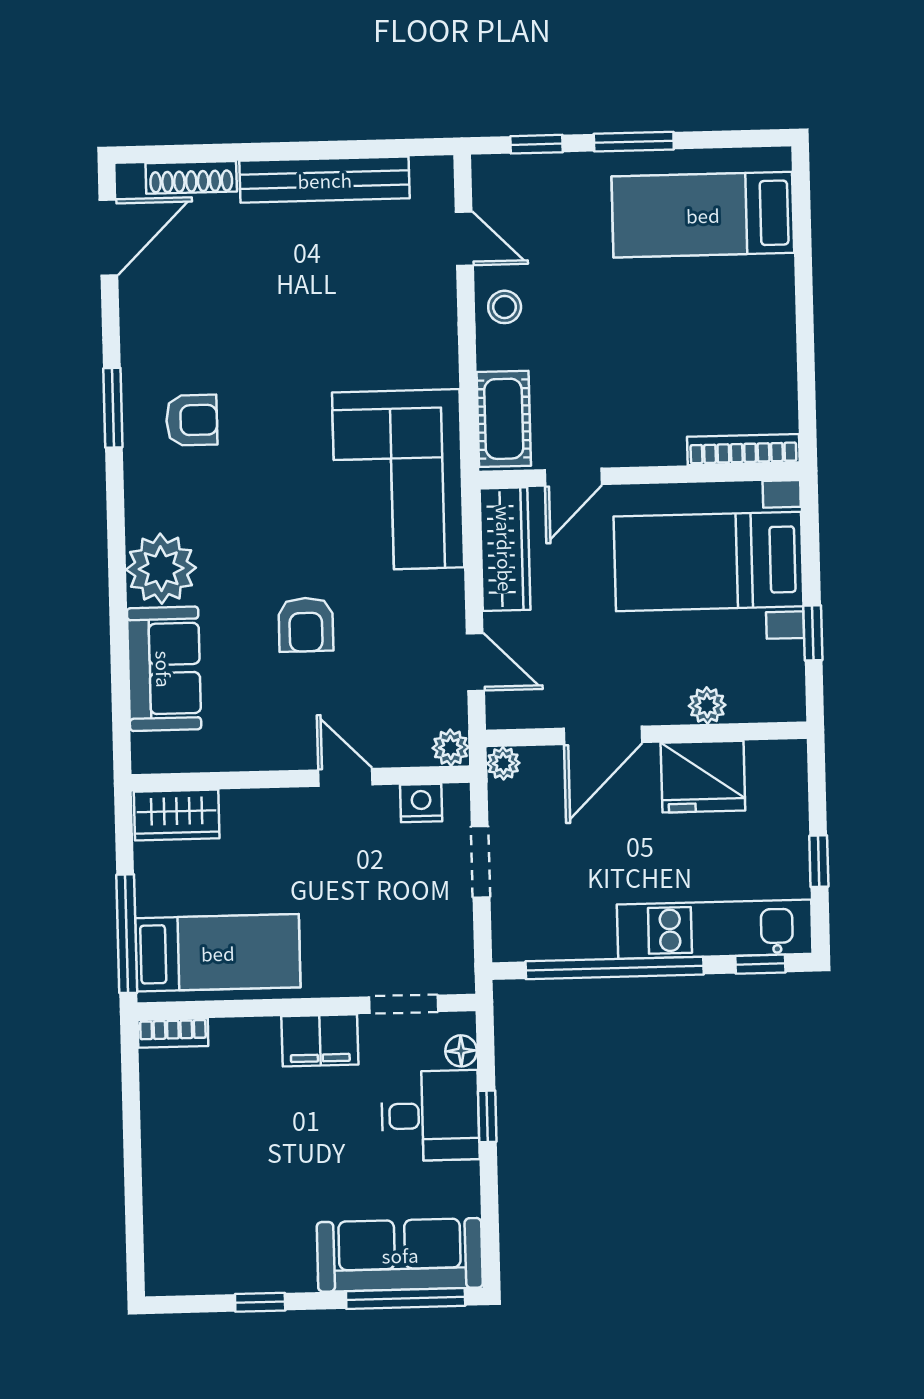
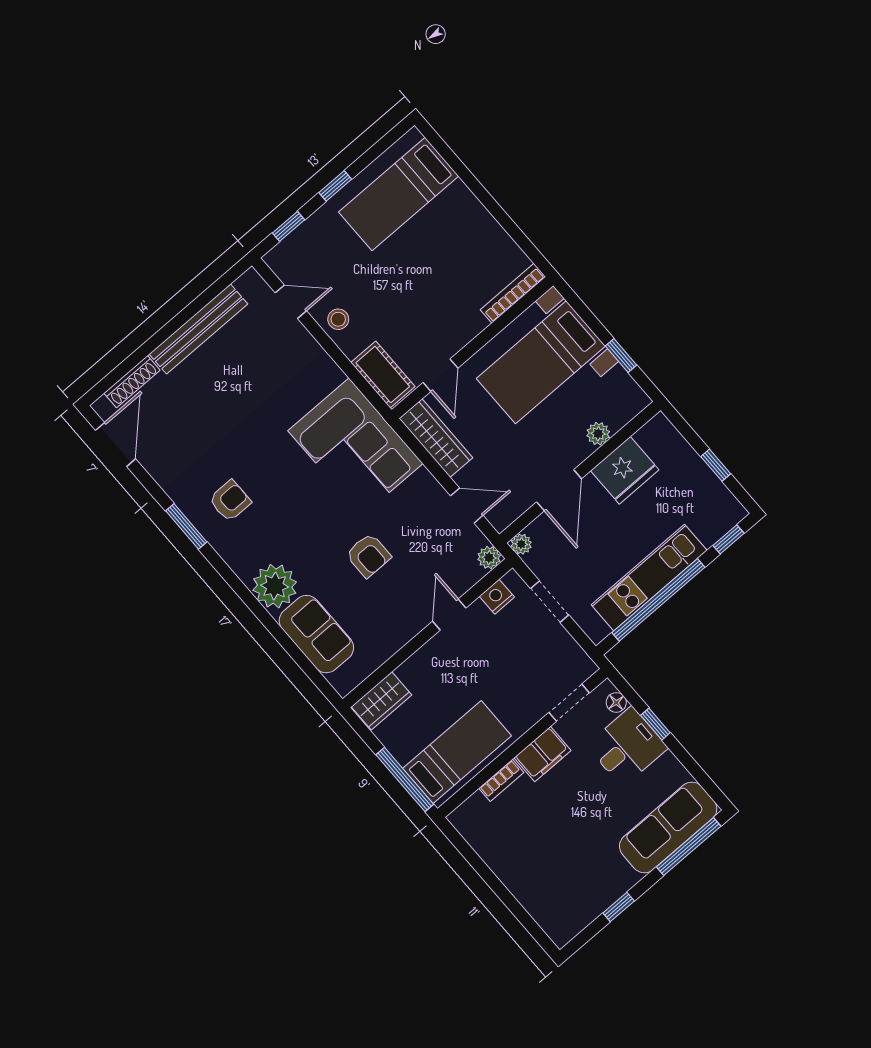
window: (634, 142) -> (335, 186), width x0.67
door: (345, 777) -> (449, 615), hinge flipped
kitchen unit: (715, 929) -> (649, 578), moved
bookcase: (173, 1033) -> (501, 780), moved

